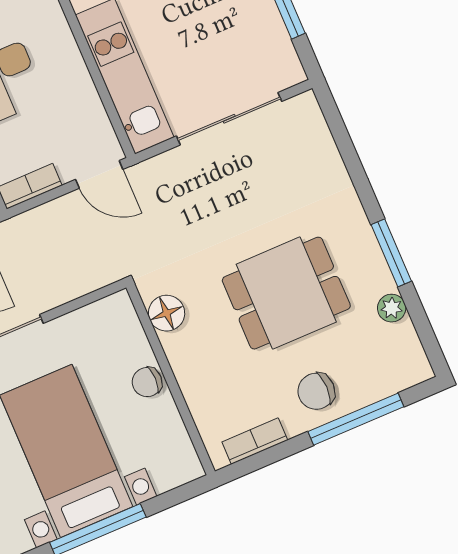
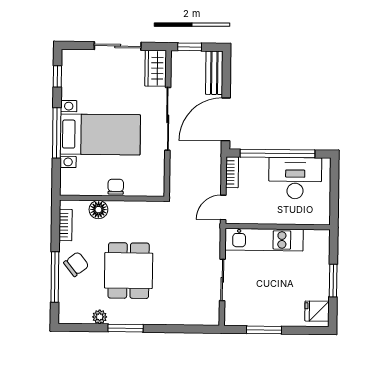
sliding door: (229, 119) -> (222, 280), width x0.73
floor lamp: (167, 313) -> (98, 210), moved
chair: (316, 391) -> (76, 264), turned 52

